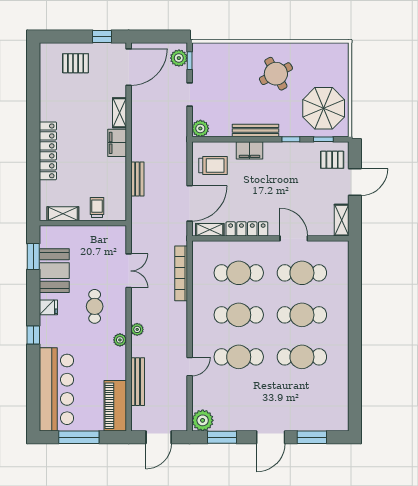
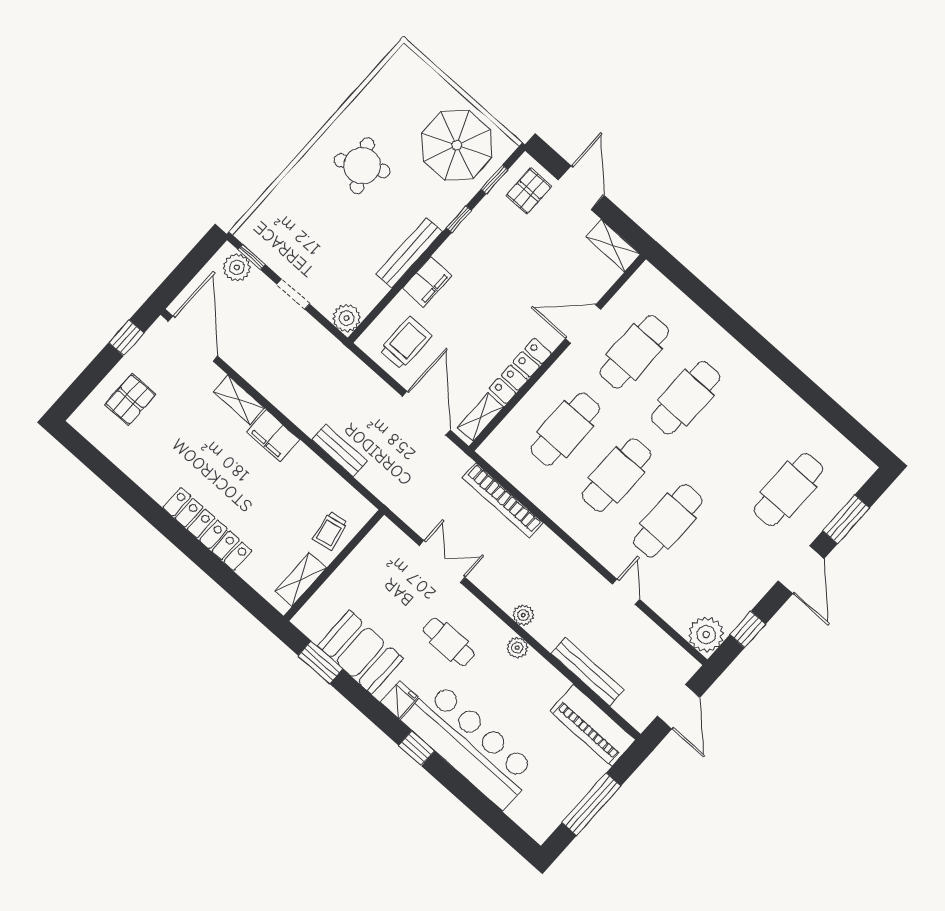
trolley: (97, 207) -> (330, 531), turned -101
cafe table: (302, 357) -> (788, 490), moved
bar counter: (56, 389) -> (470, 745), moved
window: (222, 437) -> (748, 629), width x0.67

